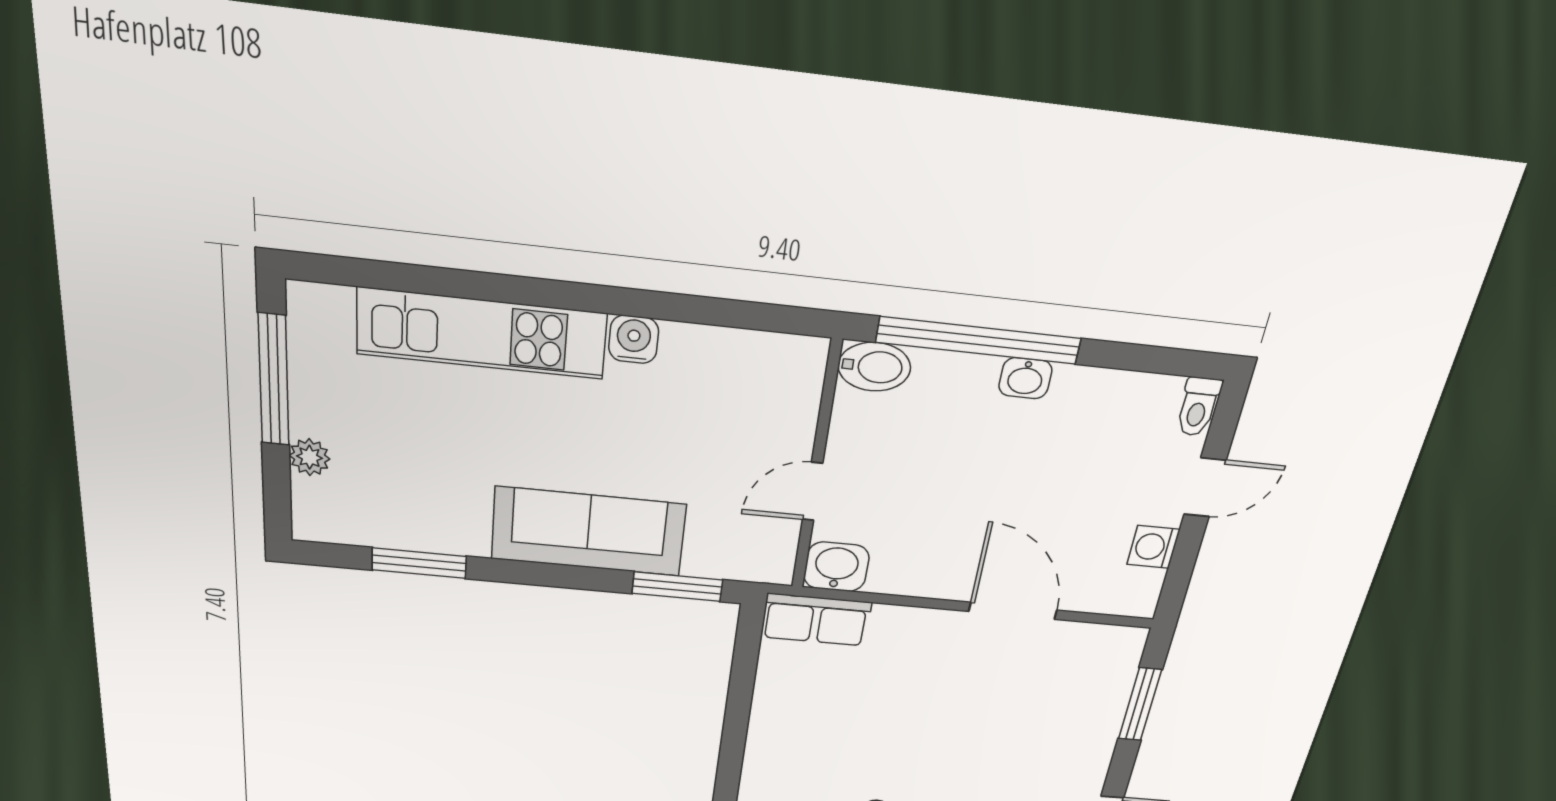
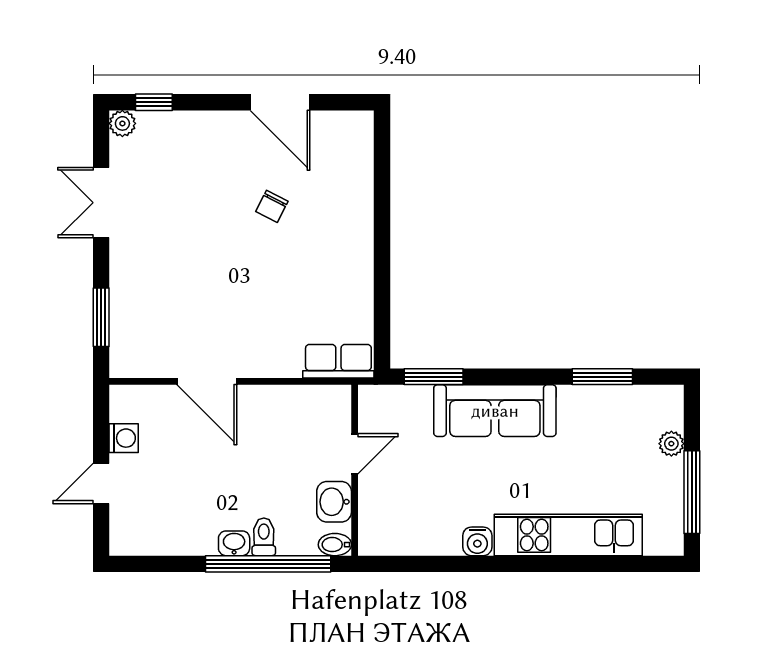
bidet: (874, 367) -> (335, 545), width x0.72, depth x0.74
toilet: (1198, 407) -> (264, 537), moved
washbasin: (836, 567) -> (334, 502), moved, turned 90

